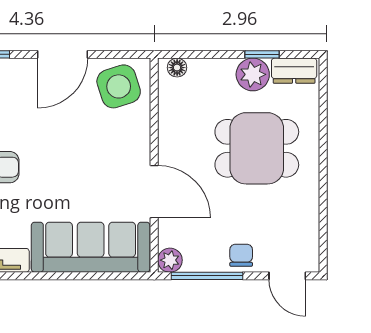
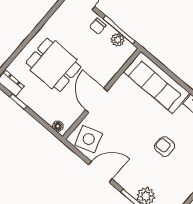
plant: (253, 74) -> (29, 97), removed
door: (154, 192) -> (96, 100), moved
plant: (170, 260) -> (118, 40), moved

